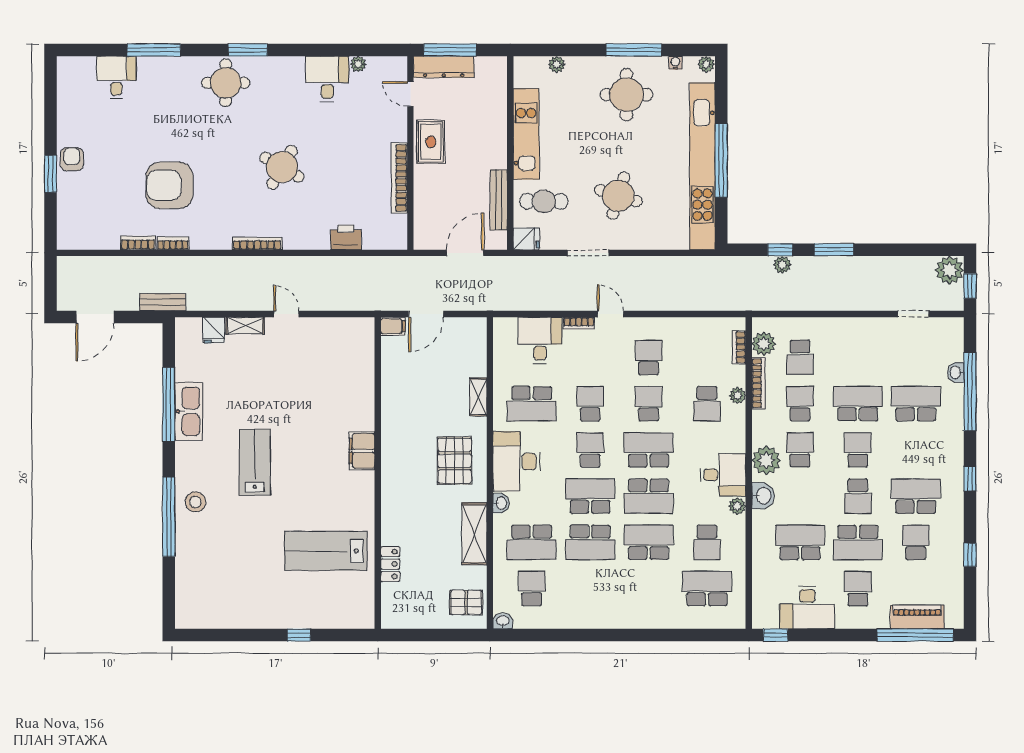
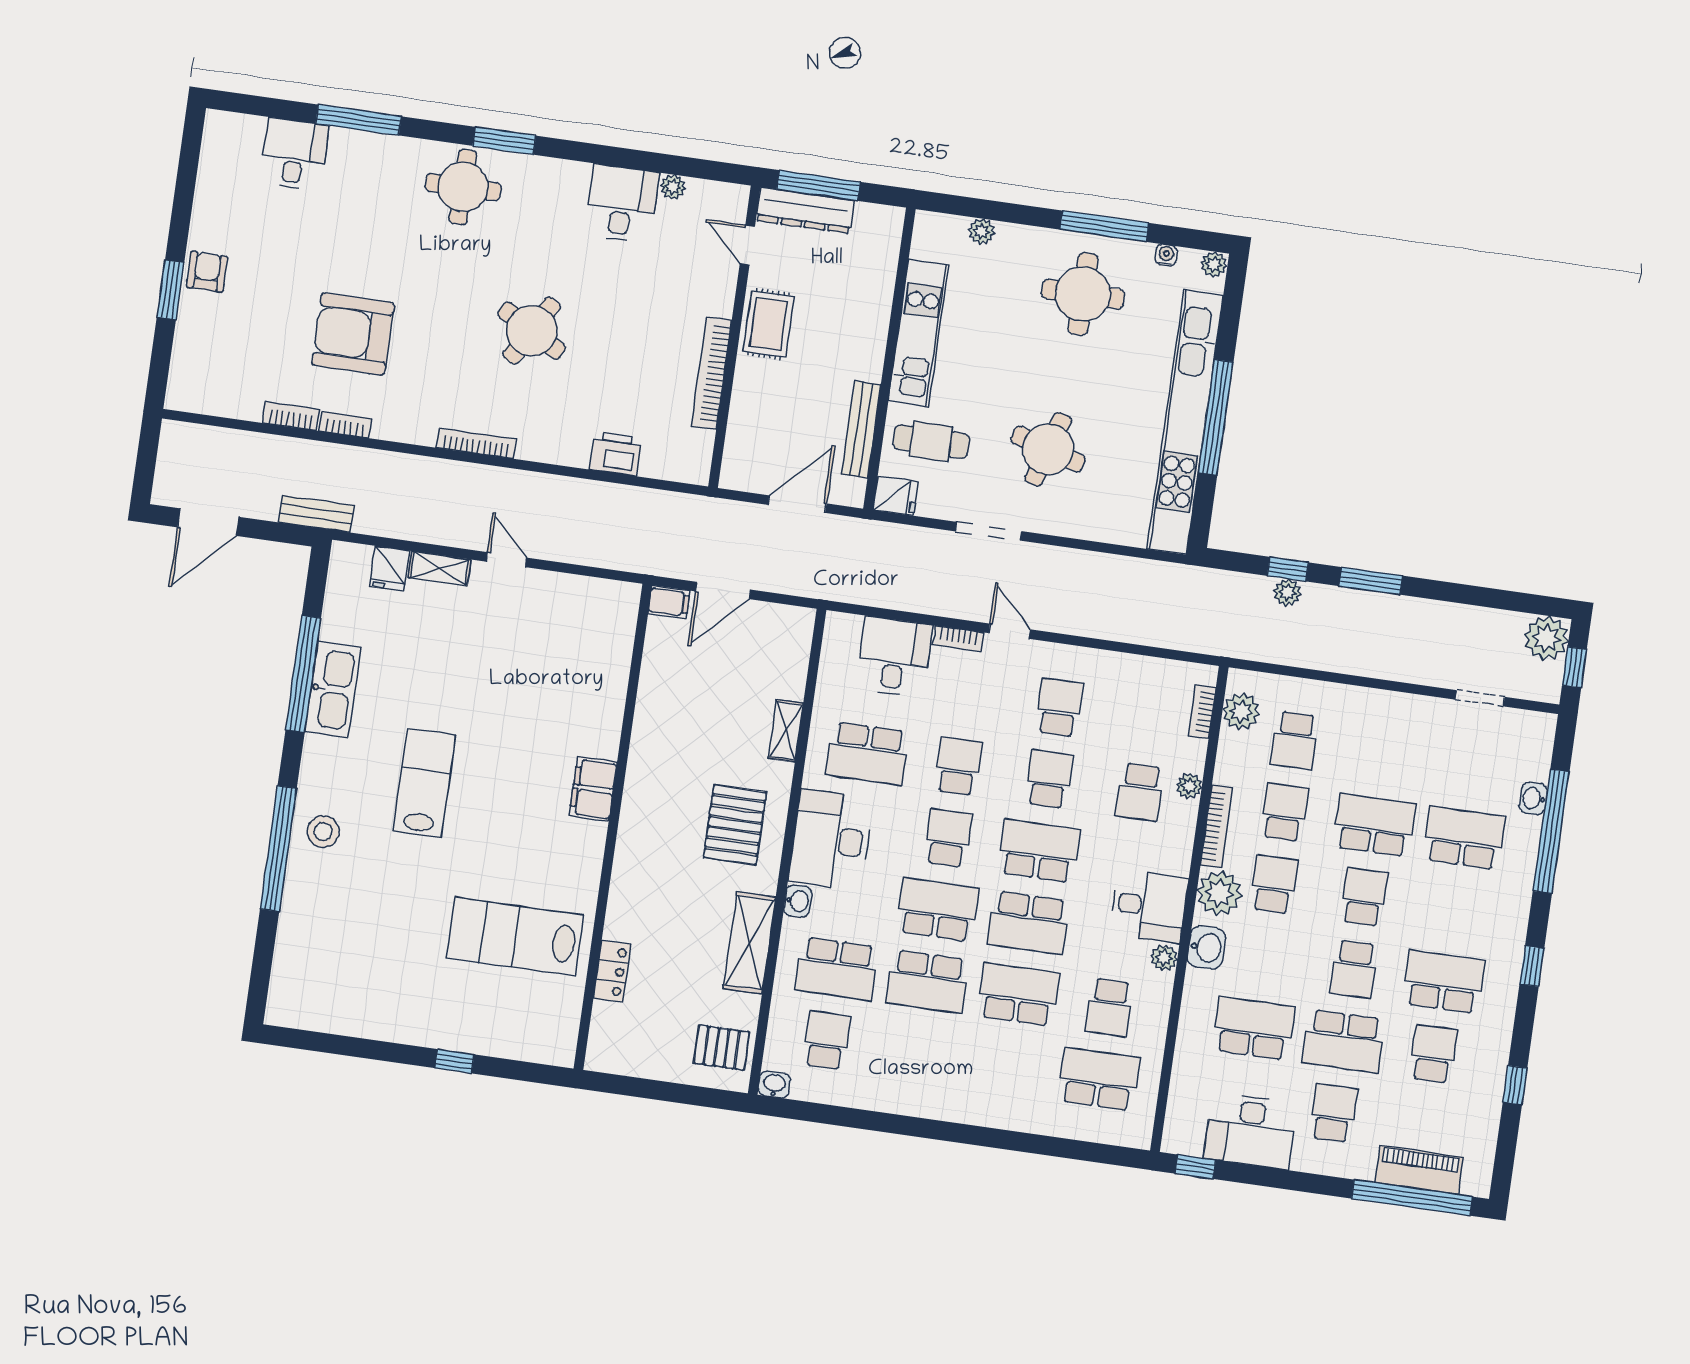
bookcase: (758, 383) -> (1216, 826), moved

